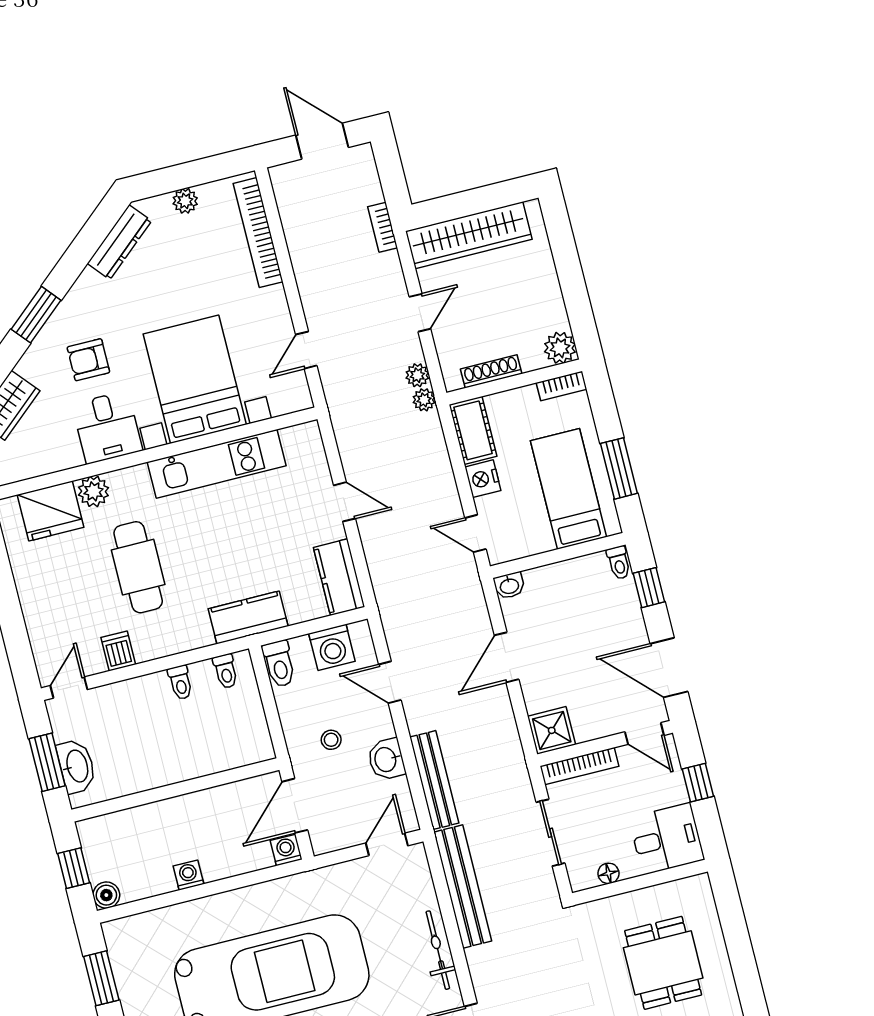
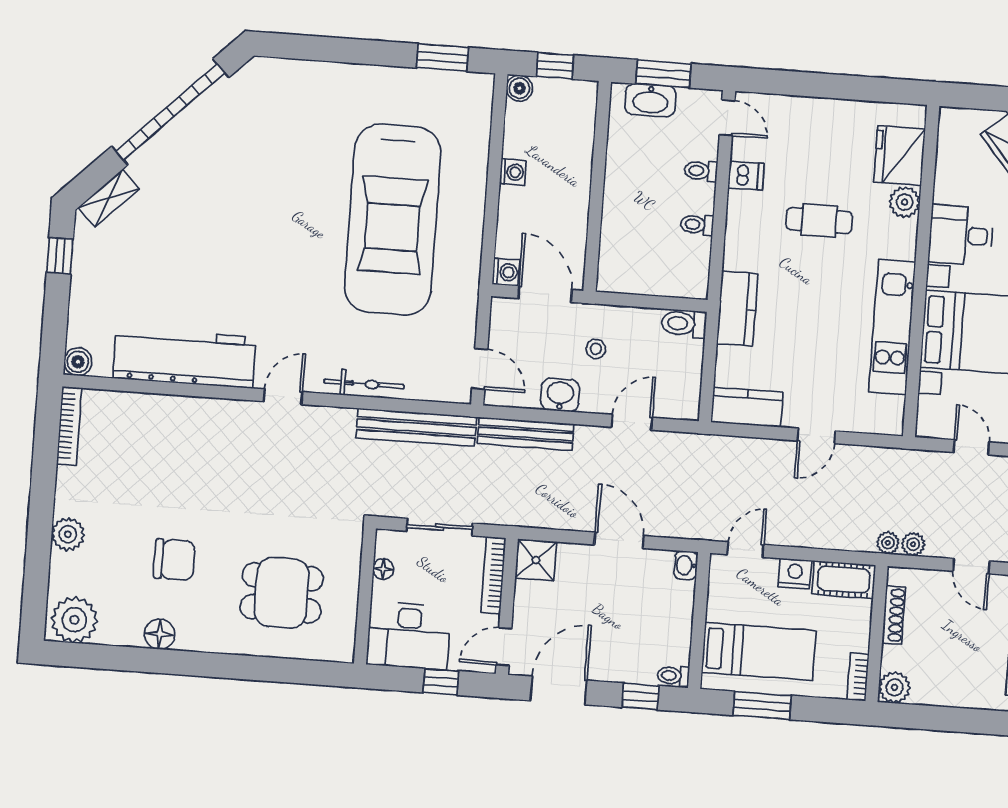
cafe table: (138, 567) -> (819, 221), width x0.73, depth x0.74
washing machine: (332, 647) -> (683, 379), removed
toilet: (226, 671) -> (701, 171), moved
desk: (667, 839) -> (409, 636), width x1.37

